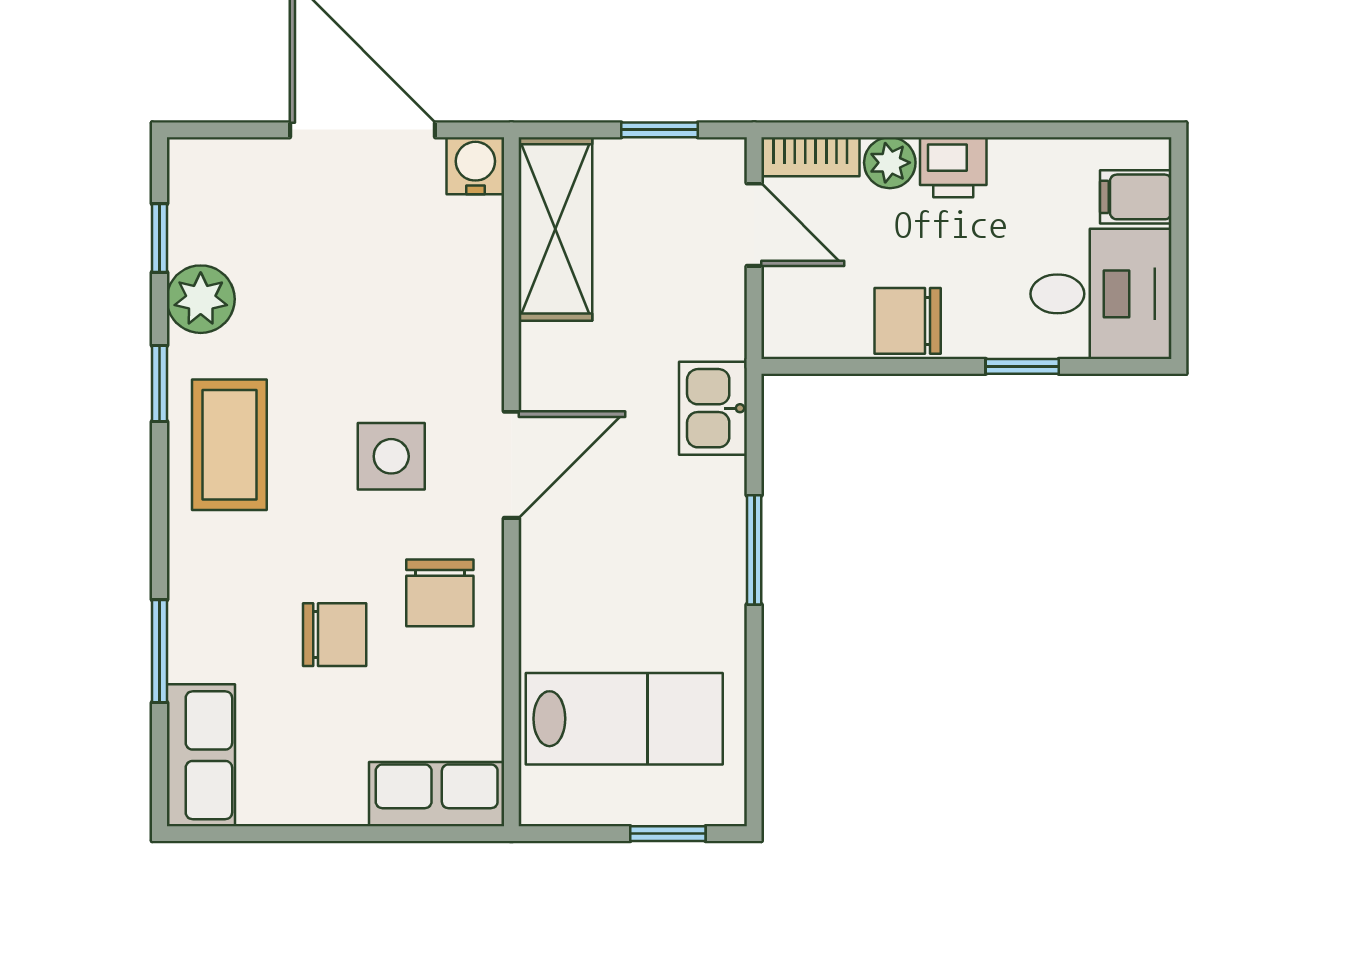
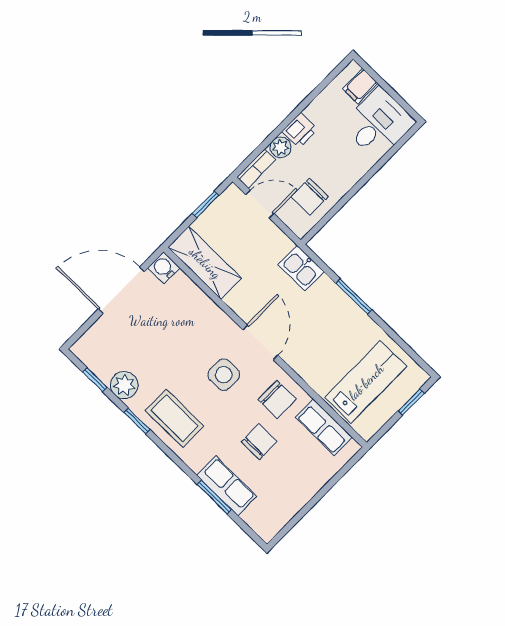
chair: (908, 321) -> (310, 197), moved
window: (1022, 366) -> (377, 167), removed
row of seats: (201, 755) -> (227, 486), moved
row of seats: (437, 794) -> (324, 427), moved, turned -90

